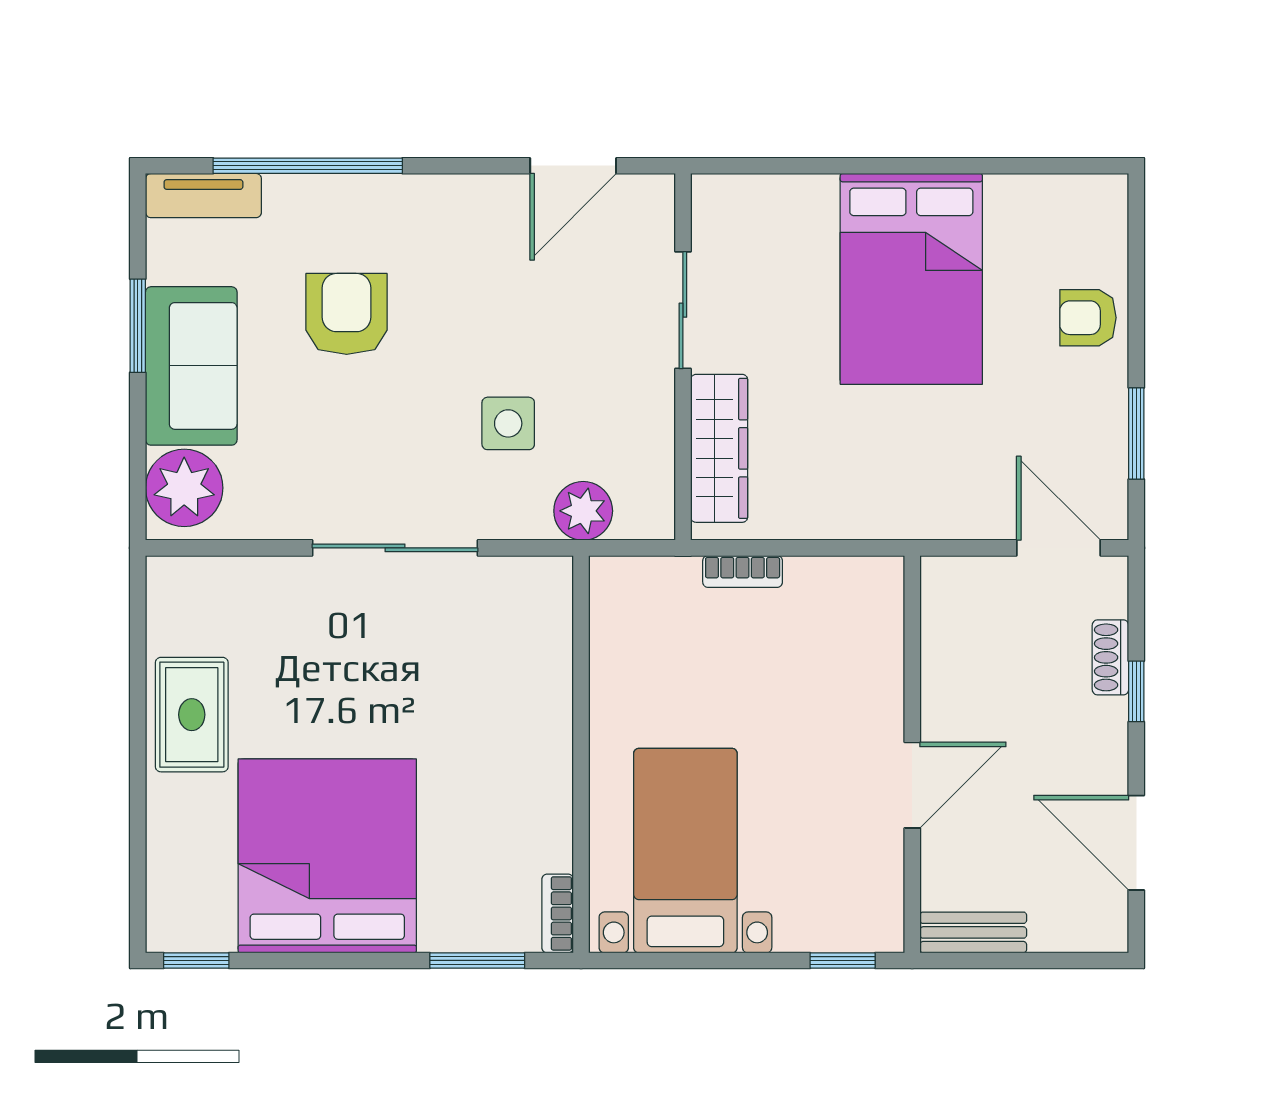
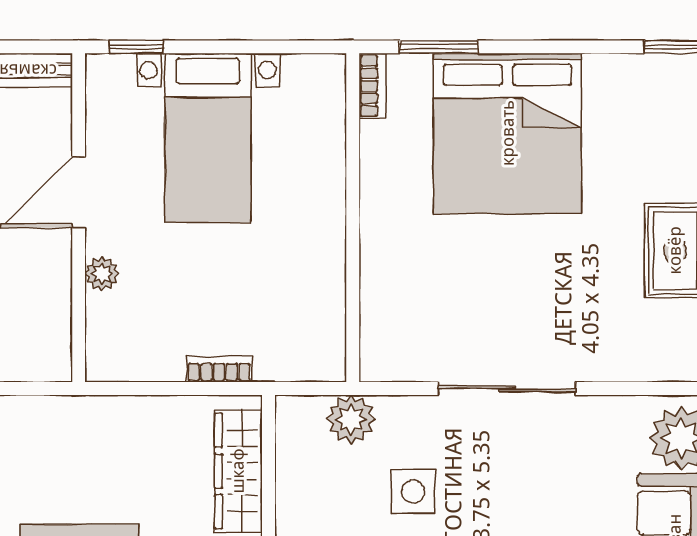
plant: (884, 686) -> (102, 274), added
bed with nightstands: (685, 851) -> (208, 138), moved
bed: (327, 856) -> (508, 133), moved

